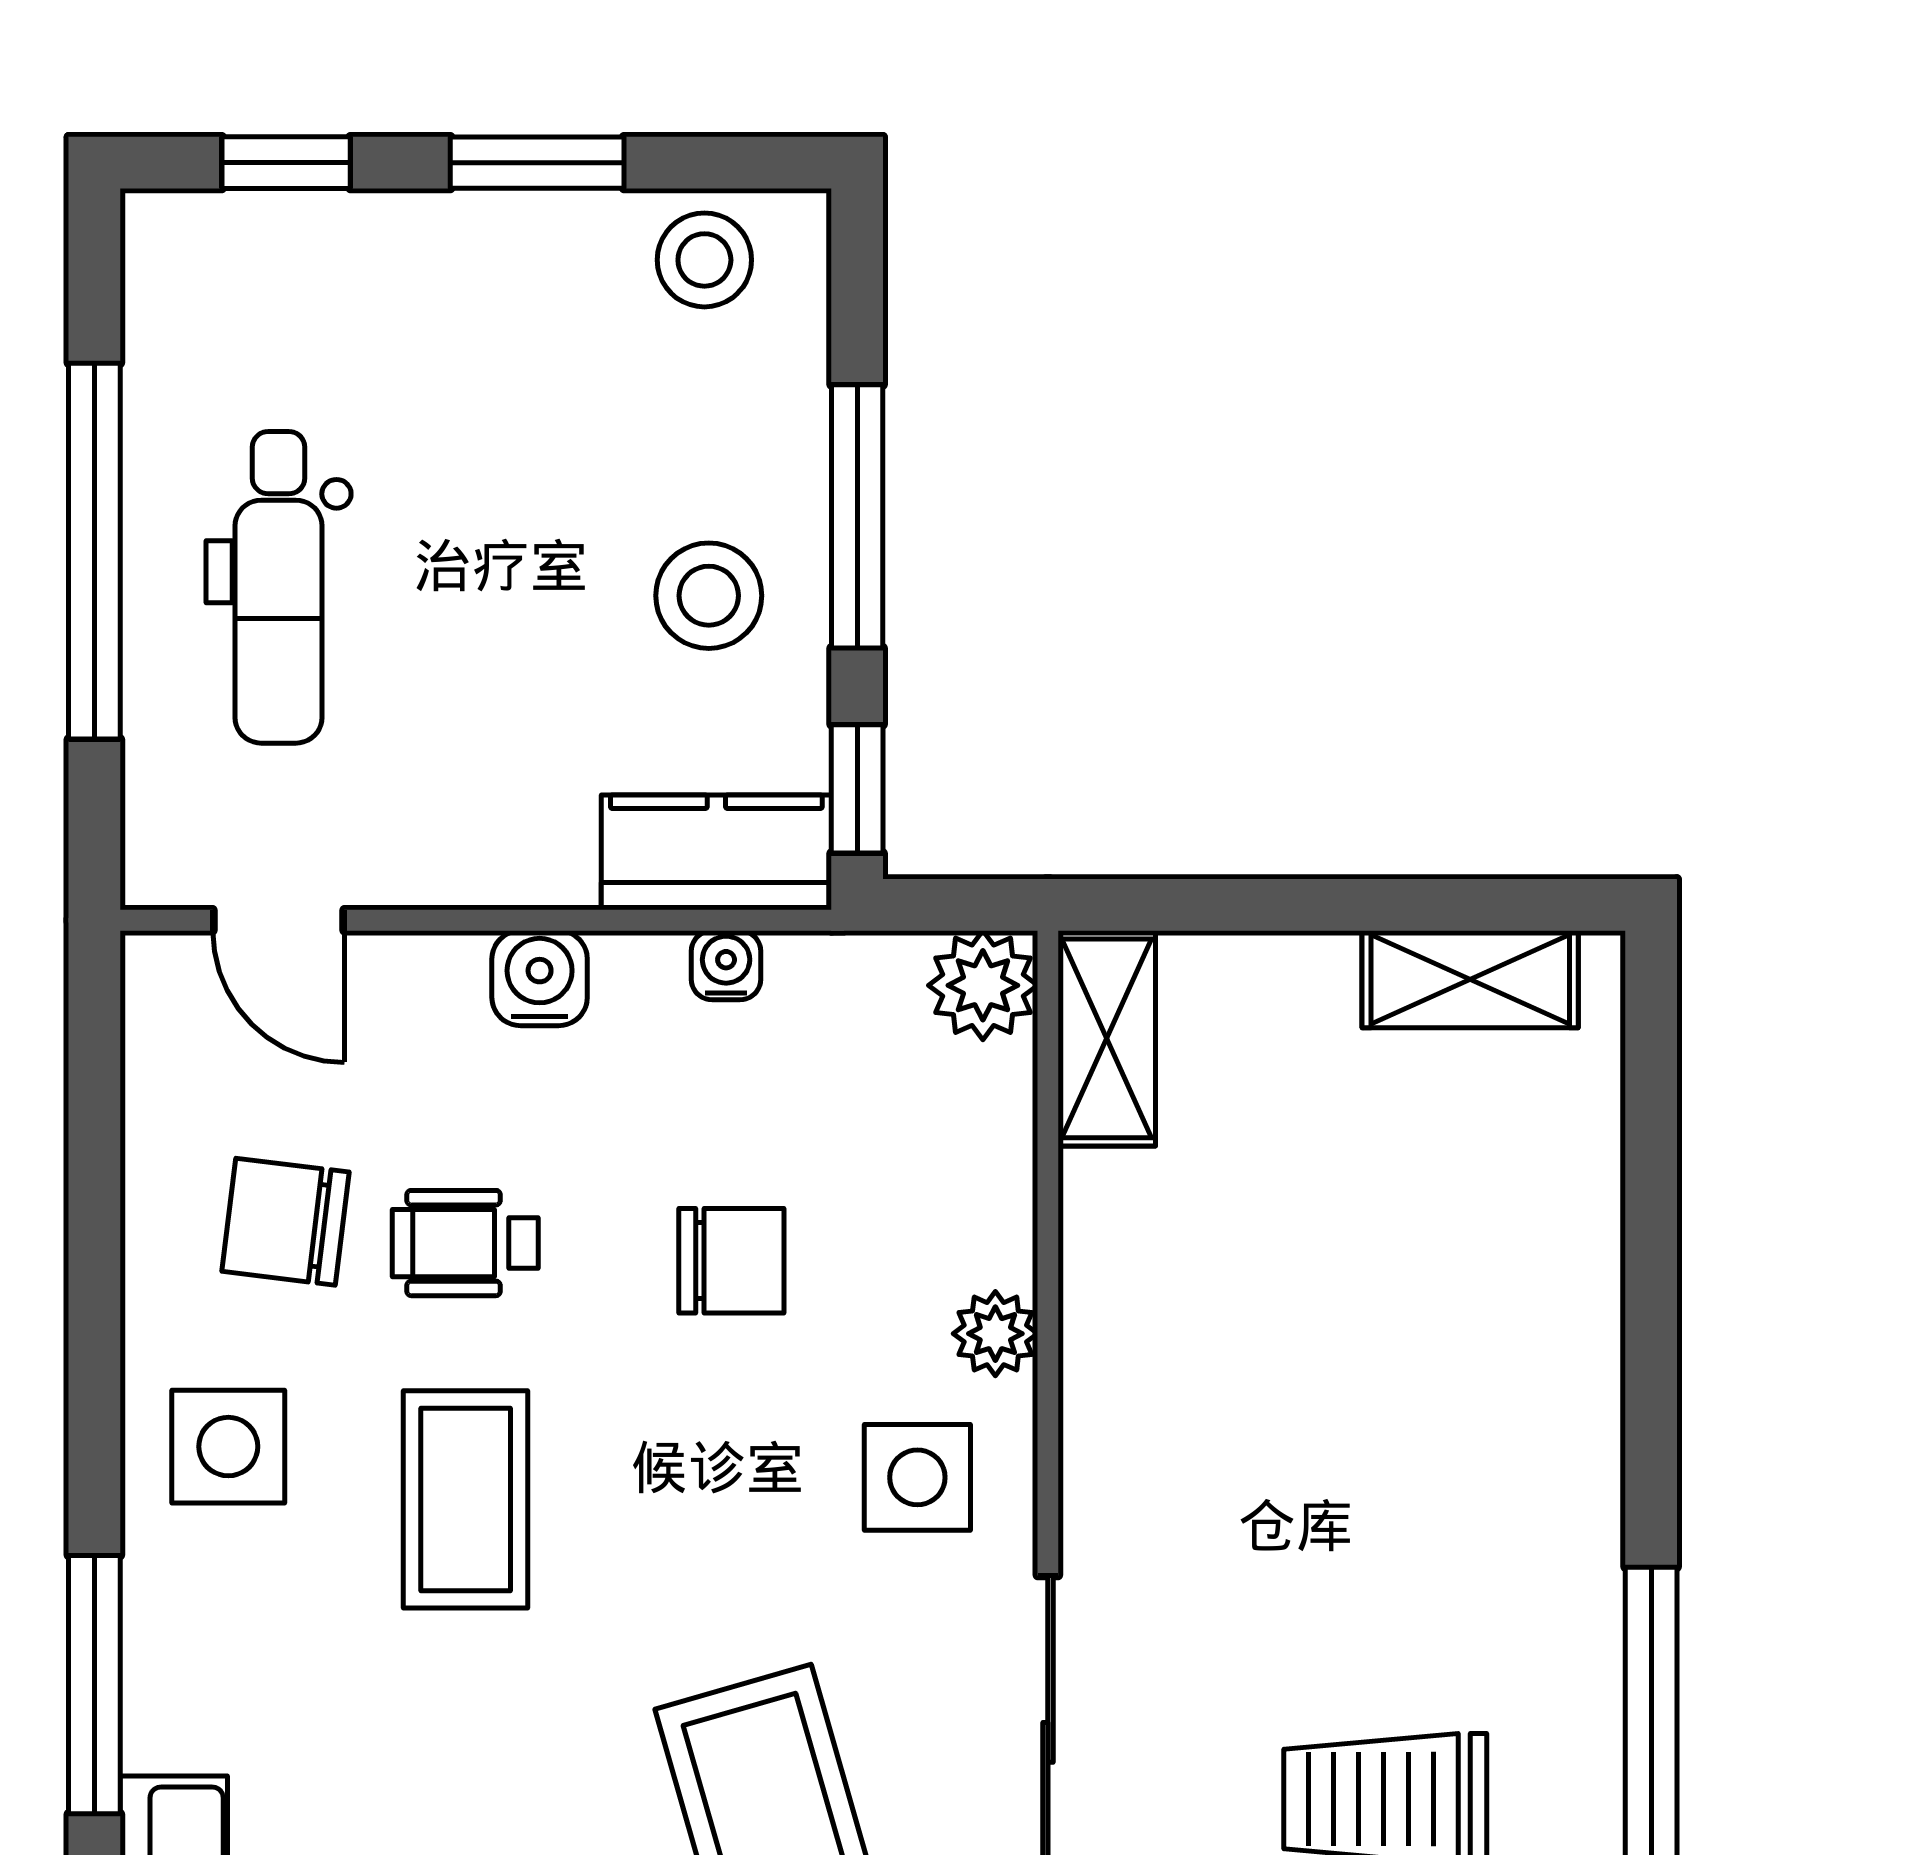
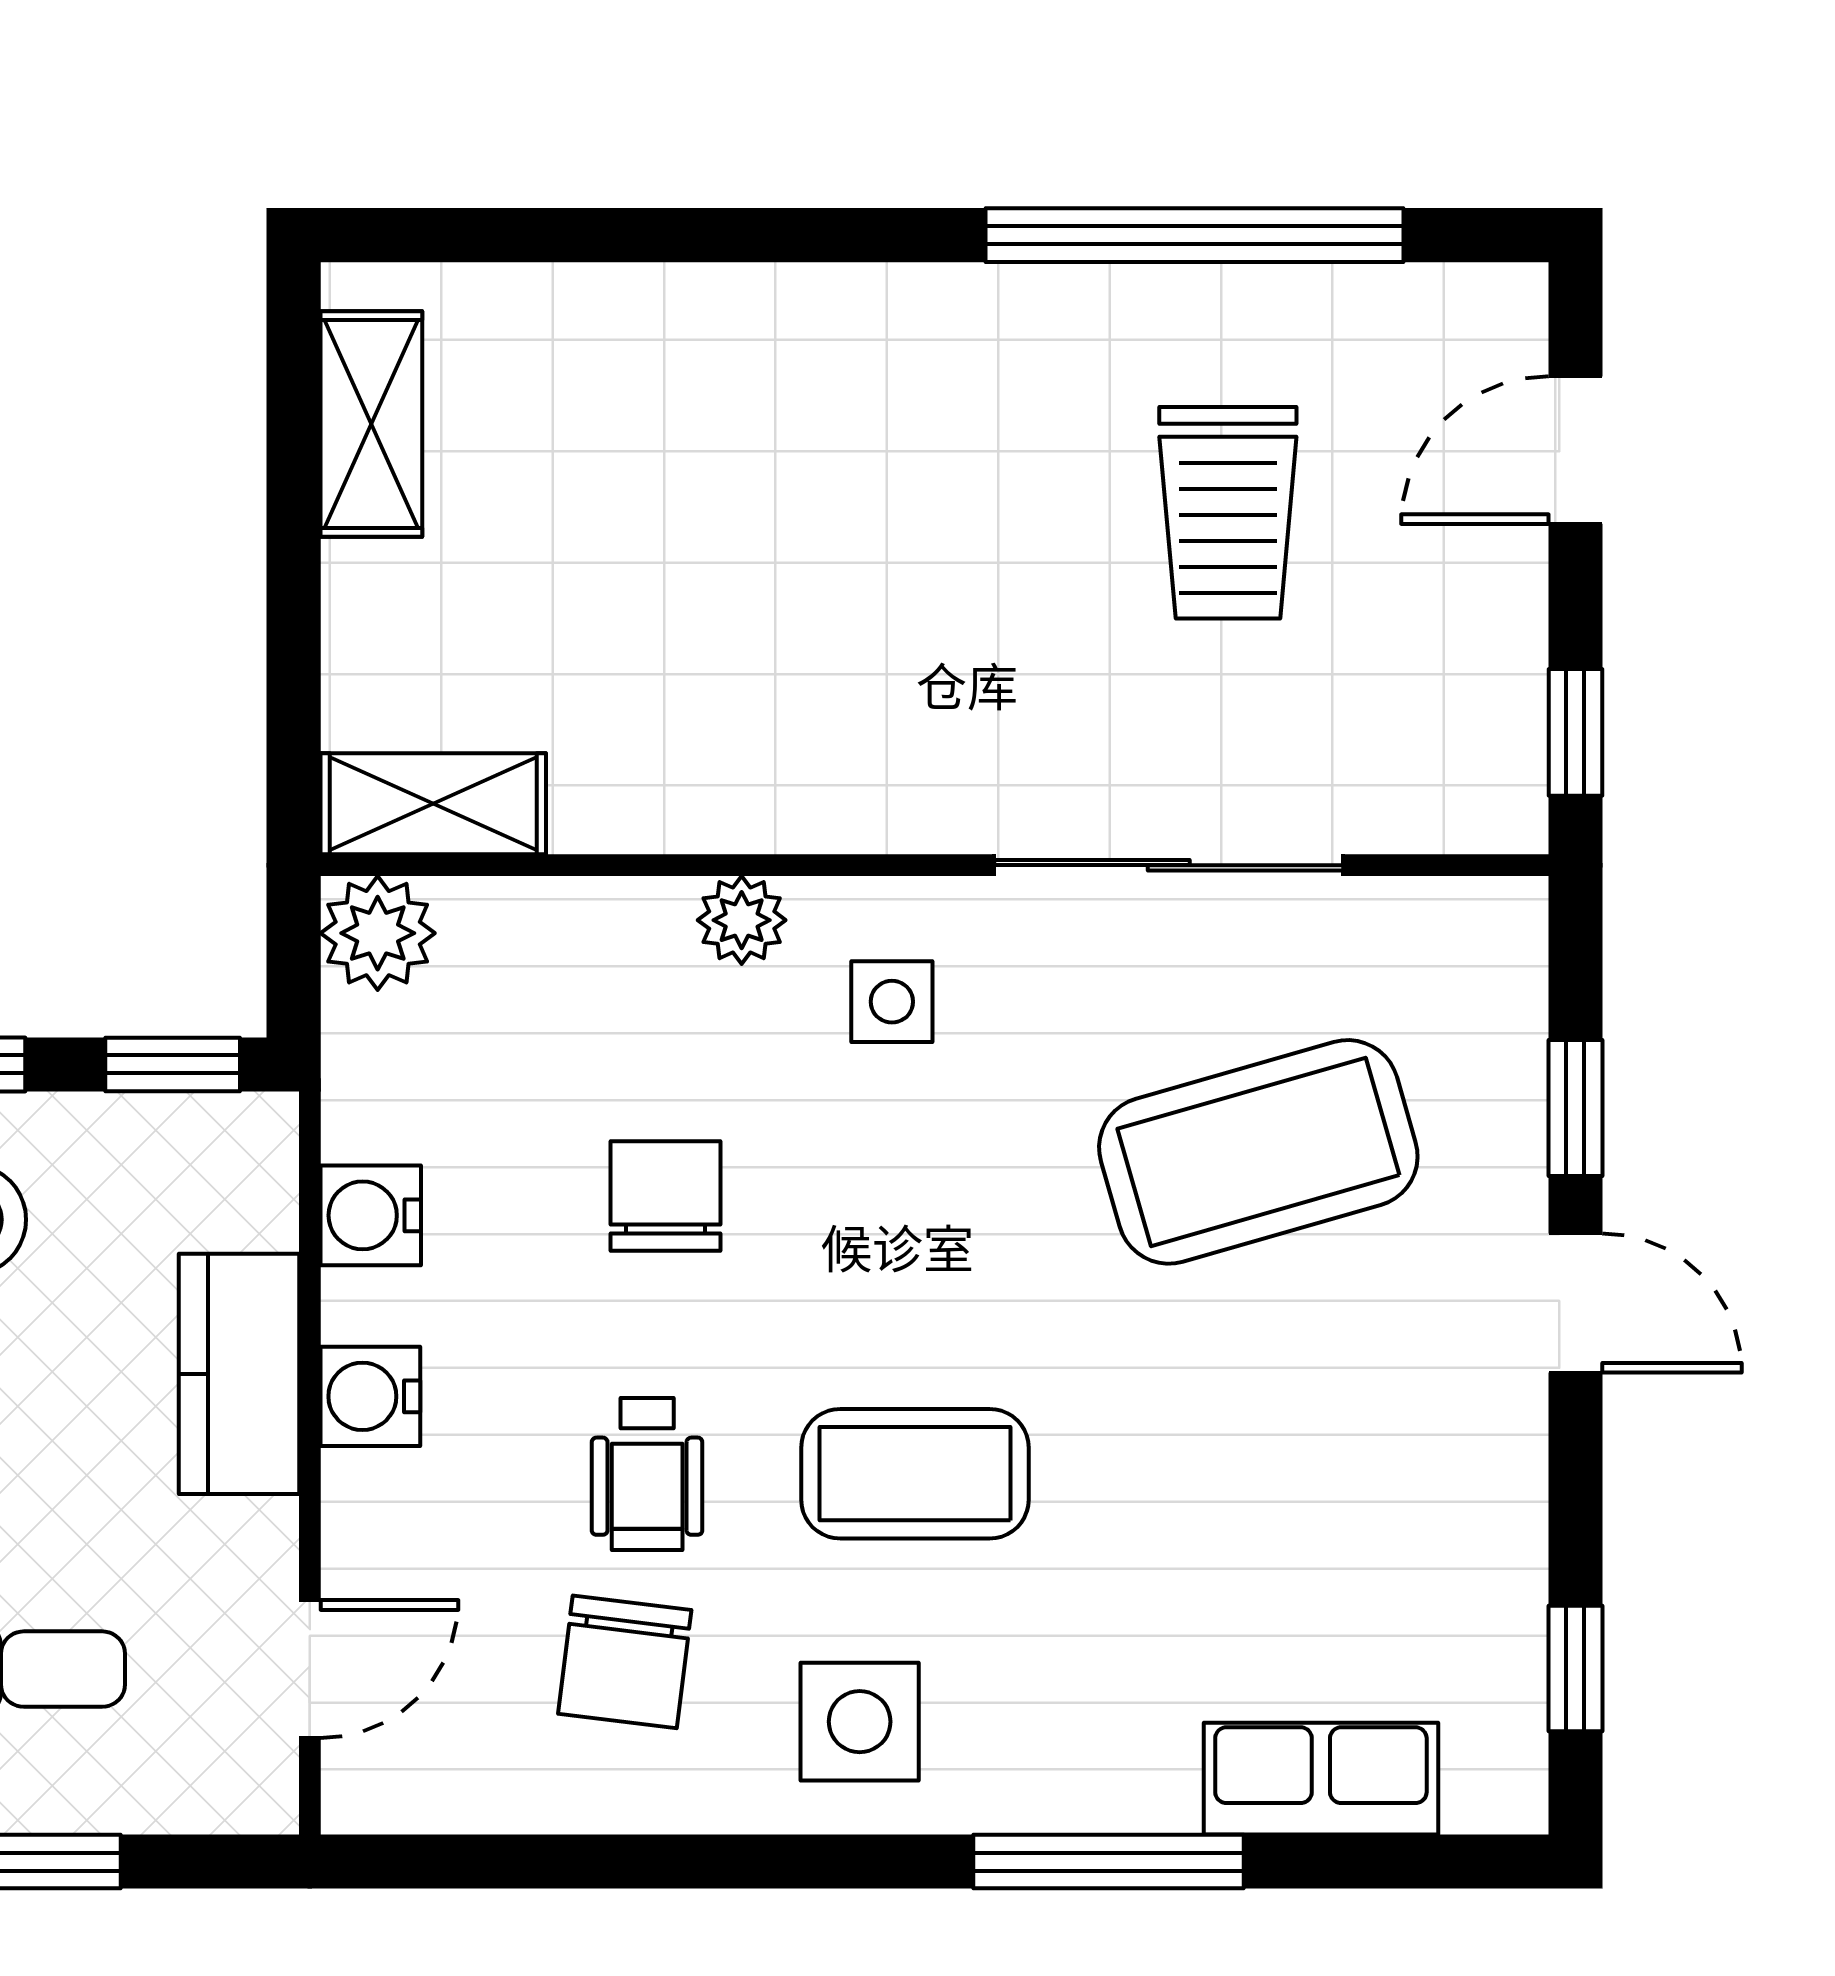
kitchen counter: (716, 852) -> (239, 1374), moved
water cooler: (726, 965) -> (371, 1215), width x1.38, depth x1.38
side table: (917, 1477) -> (892, 1002), width x0.73, depth x0.73

